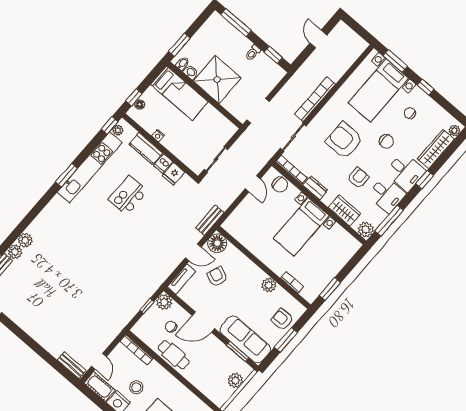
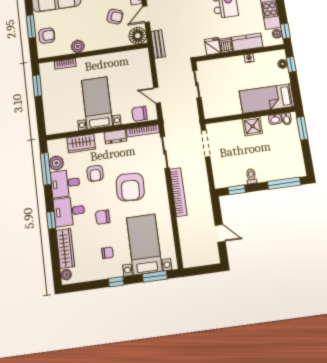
shower: (217, 80) -> (252, 126), width x0.54, depth x0.54
armchair: (344, 140) -> (130, 187), turned 93
plant: (366, 230) -> (56, 163), moved

